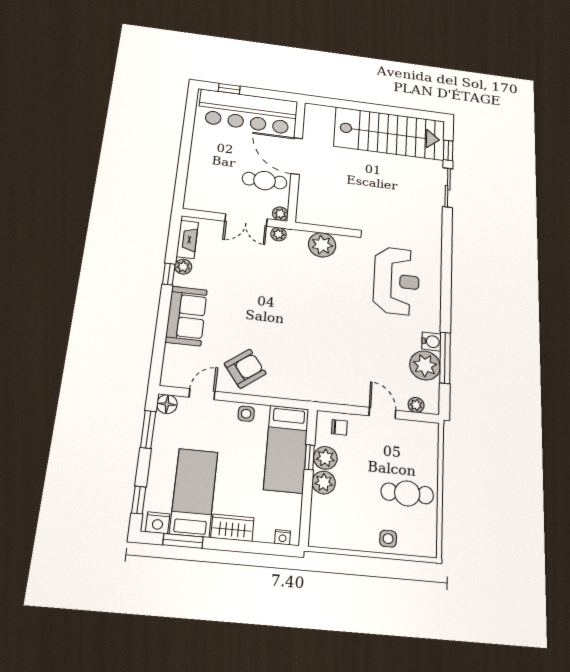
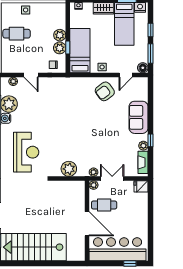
fridge: (196, 201) -> (141, 186), added
reception desk: (396, 281) -> (26, 152), turned 180
window: (139, 500) -> (151, 30), moved

